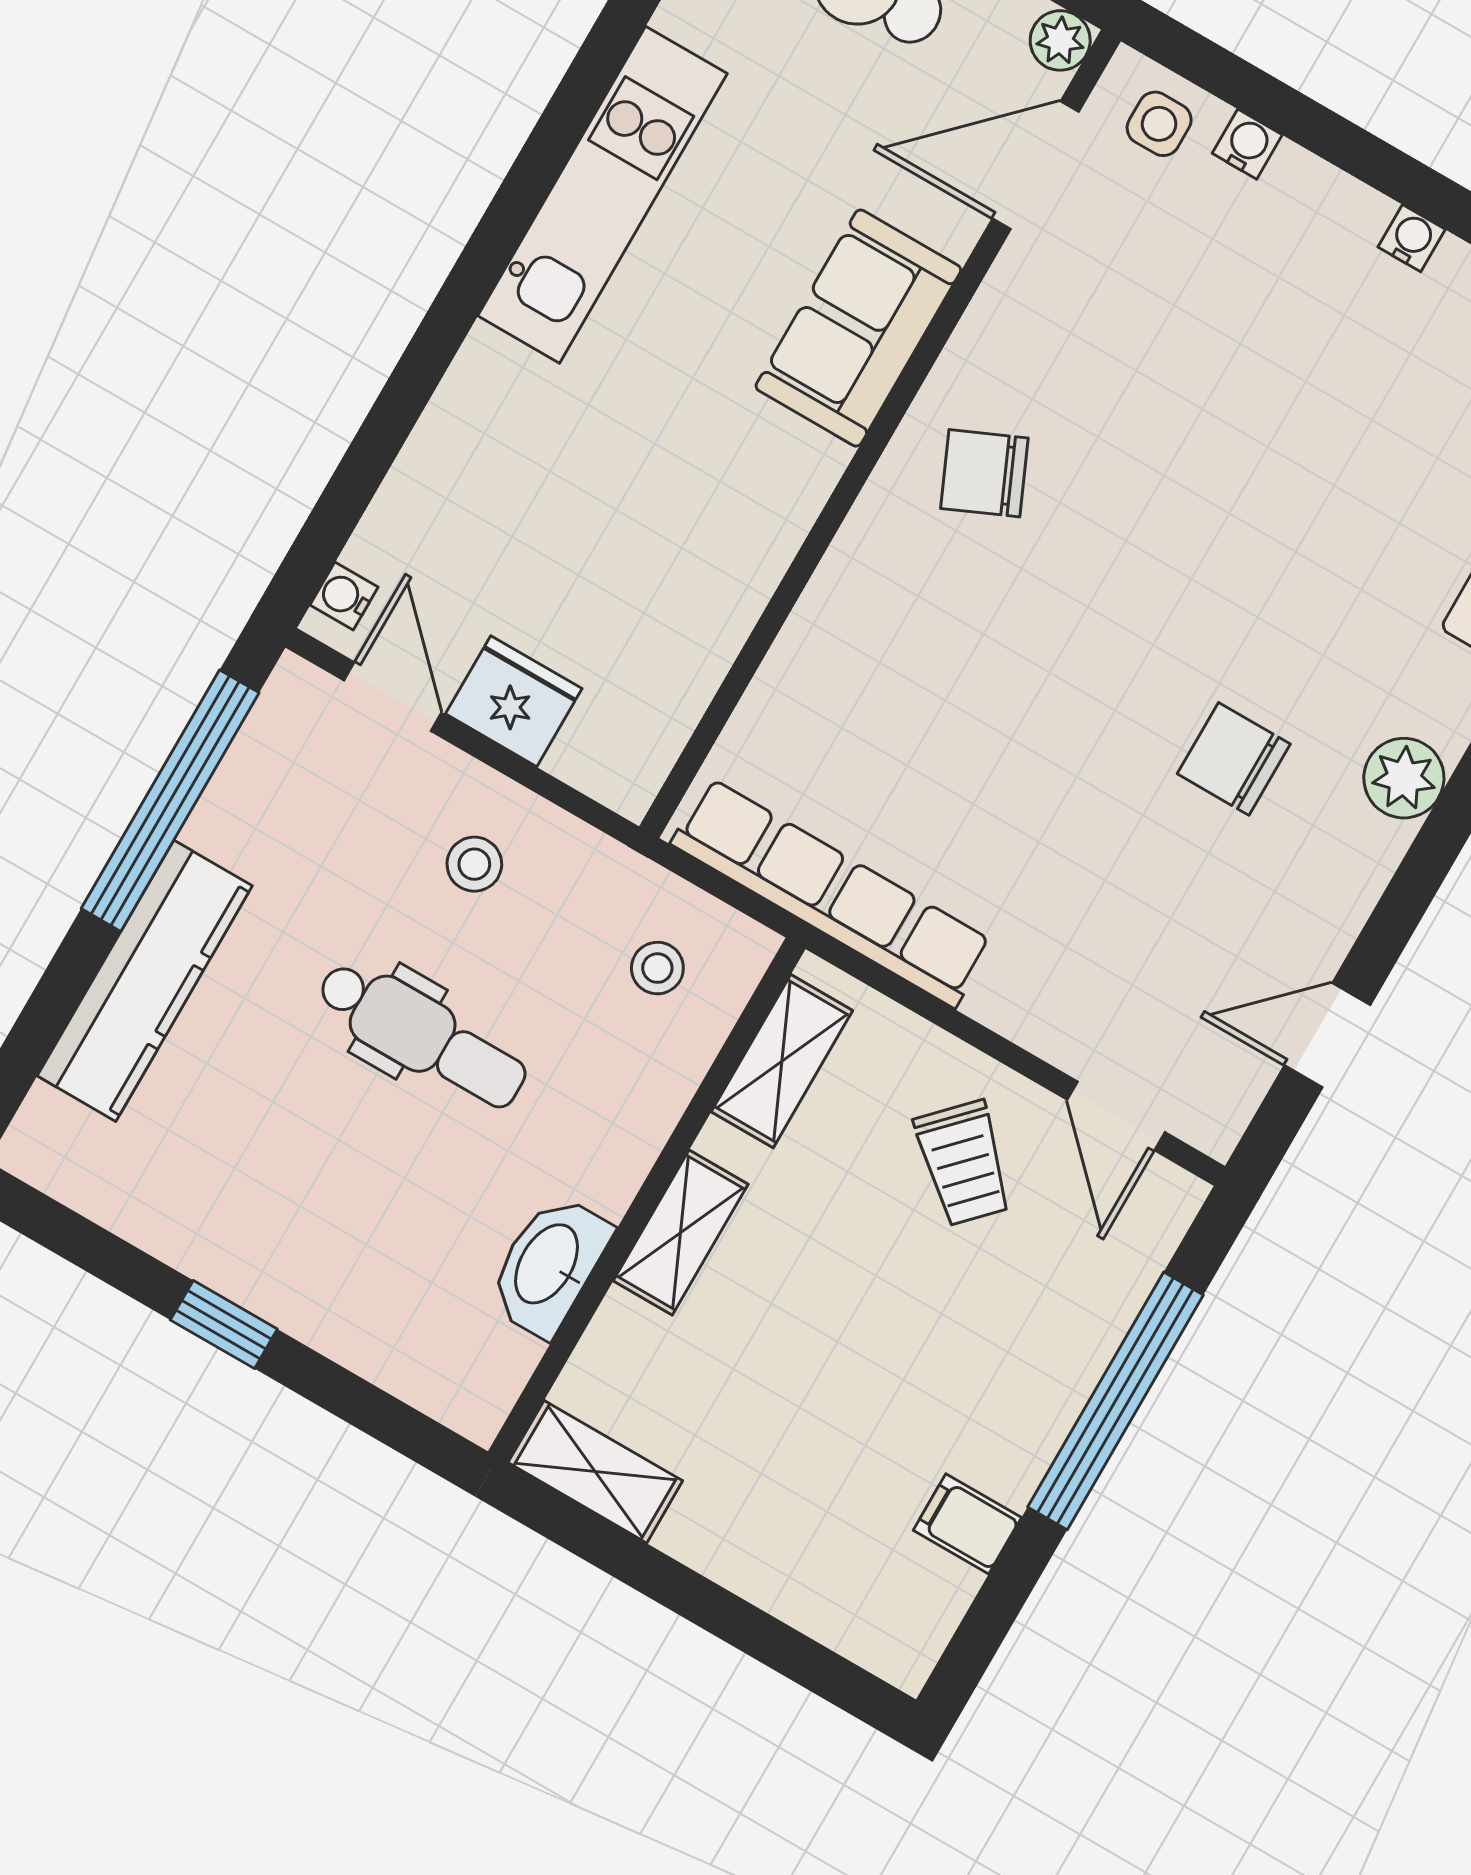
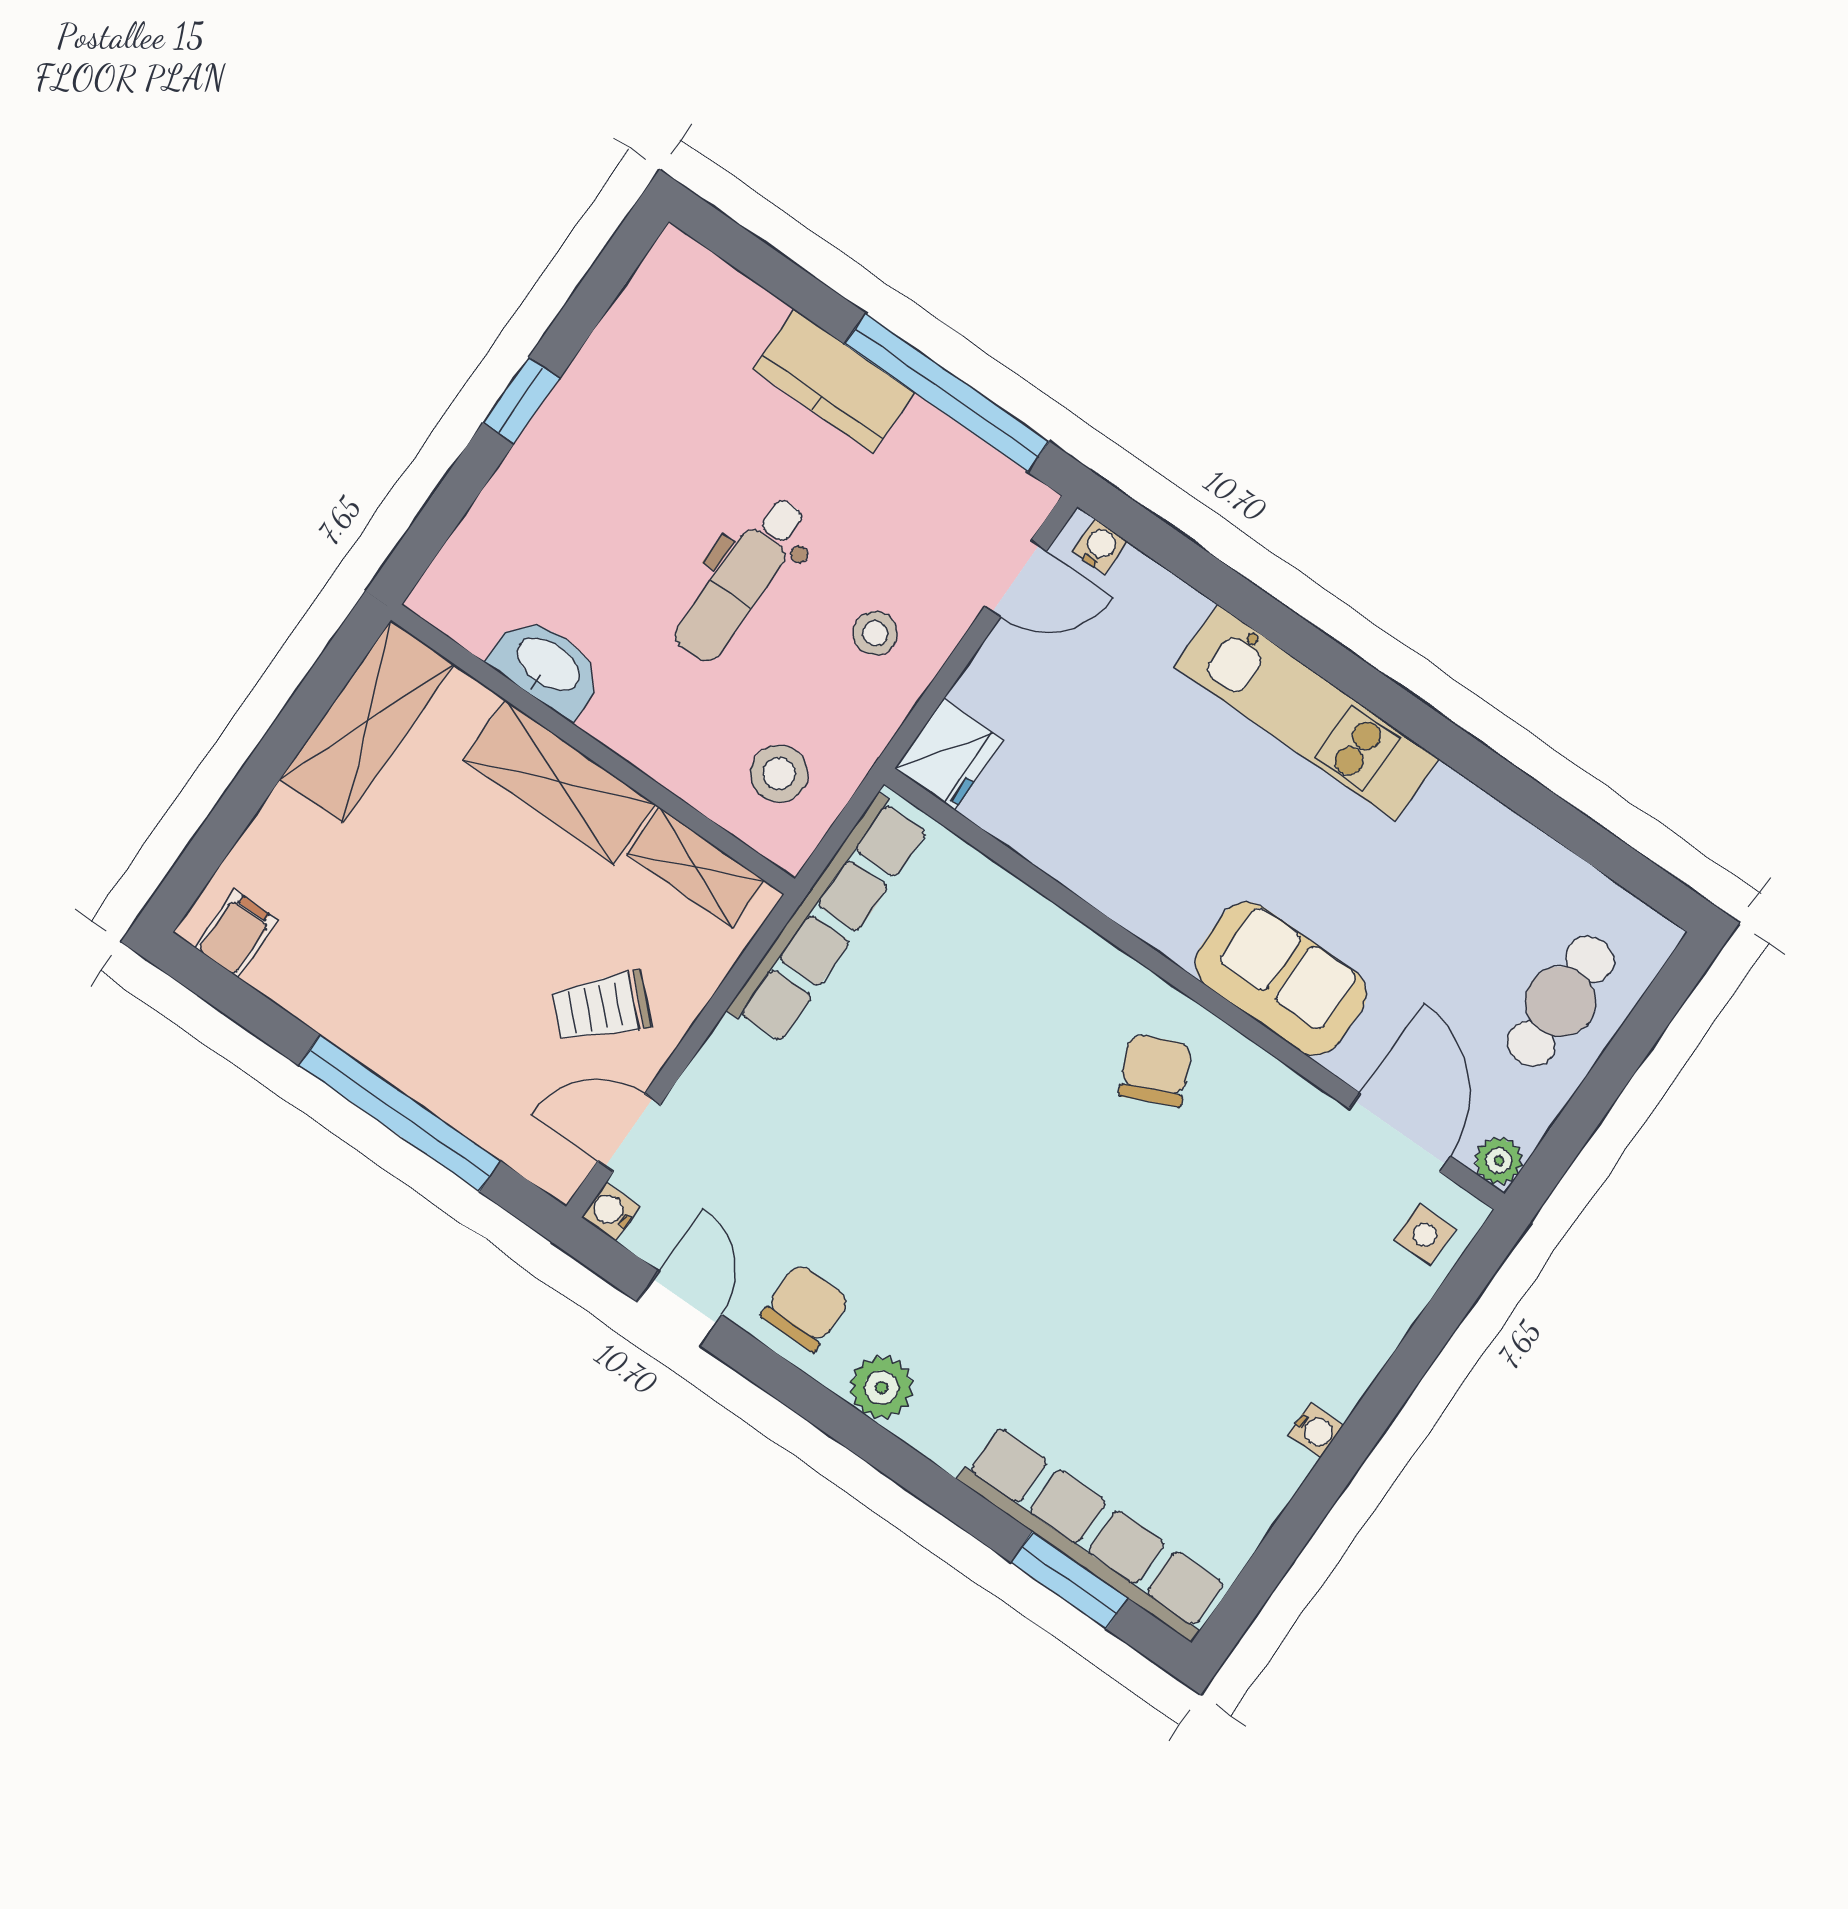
water cooler: (1247, 144) -> (611, 1211), moved, turned 180
kitchen unit: (602, 195) -> (1307, 713), moved
fridge: (514, 701) -> (949, 755), moved
chair: (1234, 759) -> (805, 1308), moved
stool: (657, 968) -> (779, 774), width x1.37, depth x1.37
kitchen counter: (145, 981) -> (834, 381), width x0.67
shelving: (681, 1233) -> (559, 782), width x1.50, depth x1.33
shelving: (595, 1472) -> (367, 722), width x1.50, depth x1.33
filing cabinet: (967, 1524) -> (236, 934), moved

